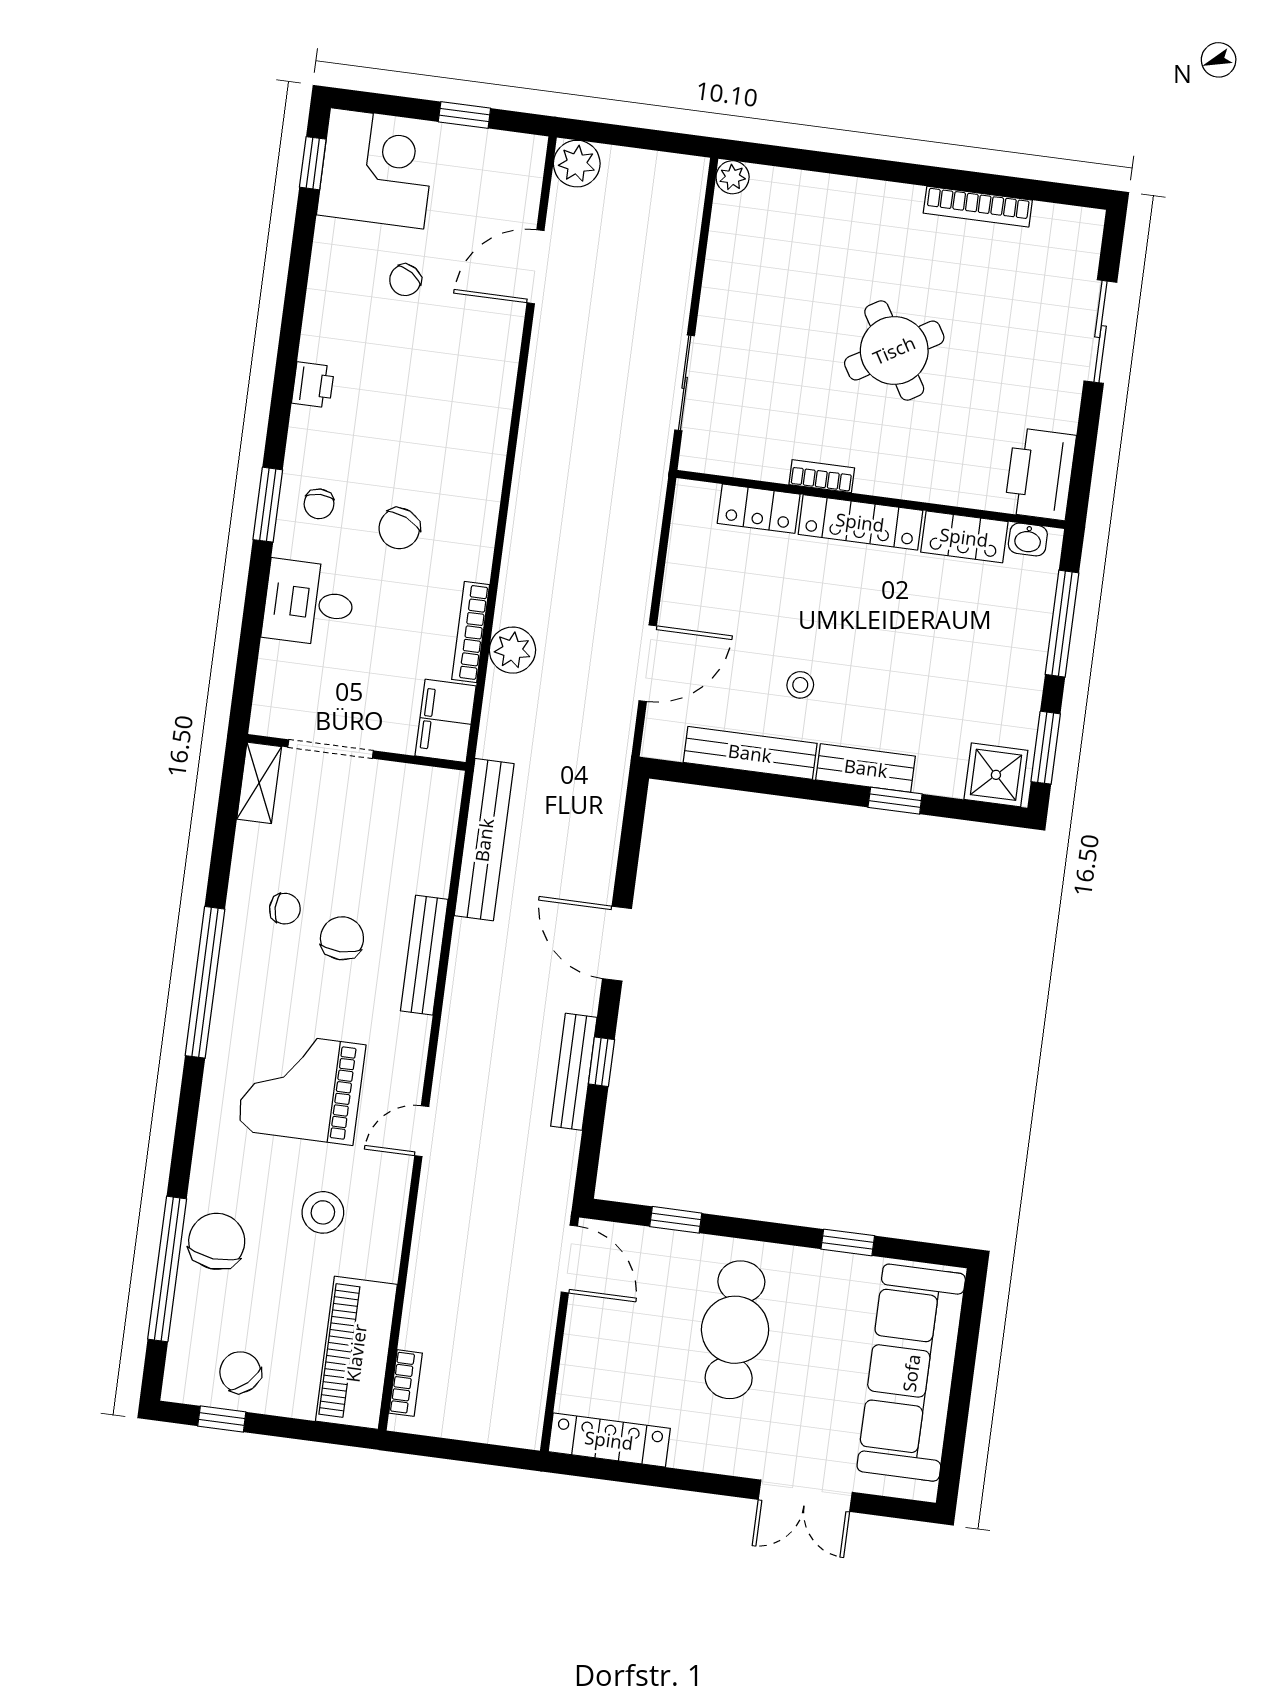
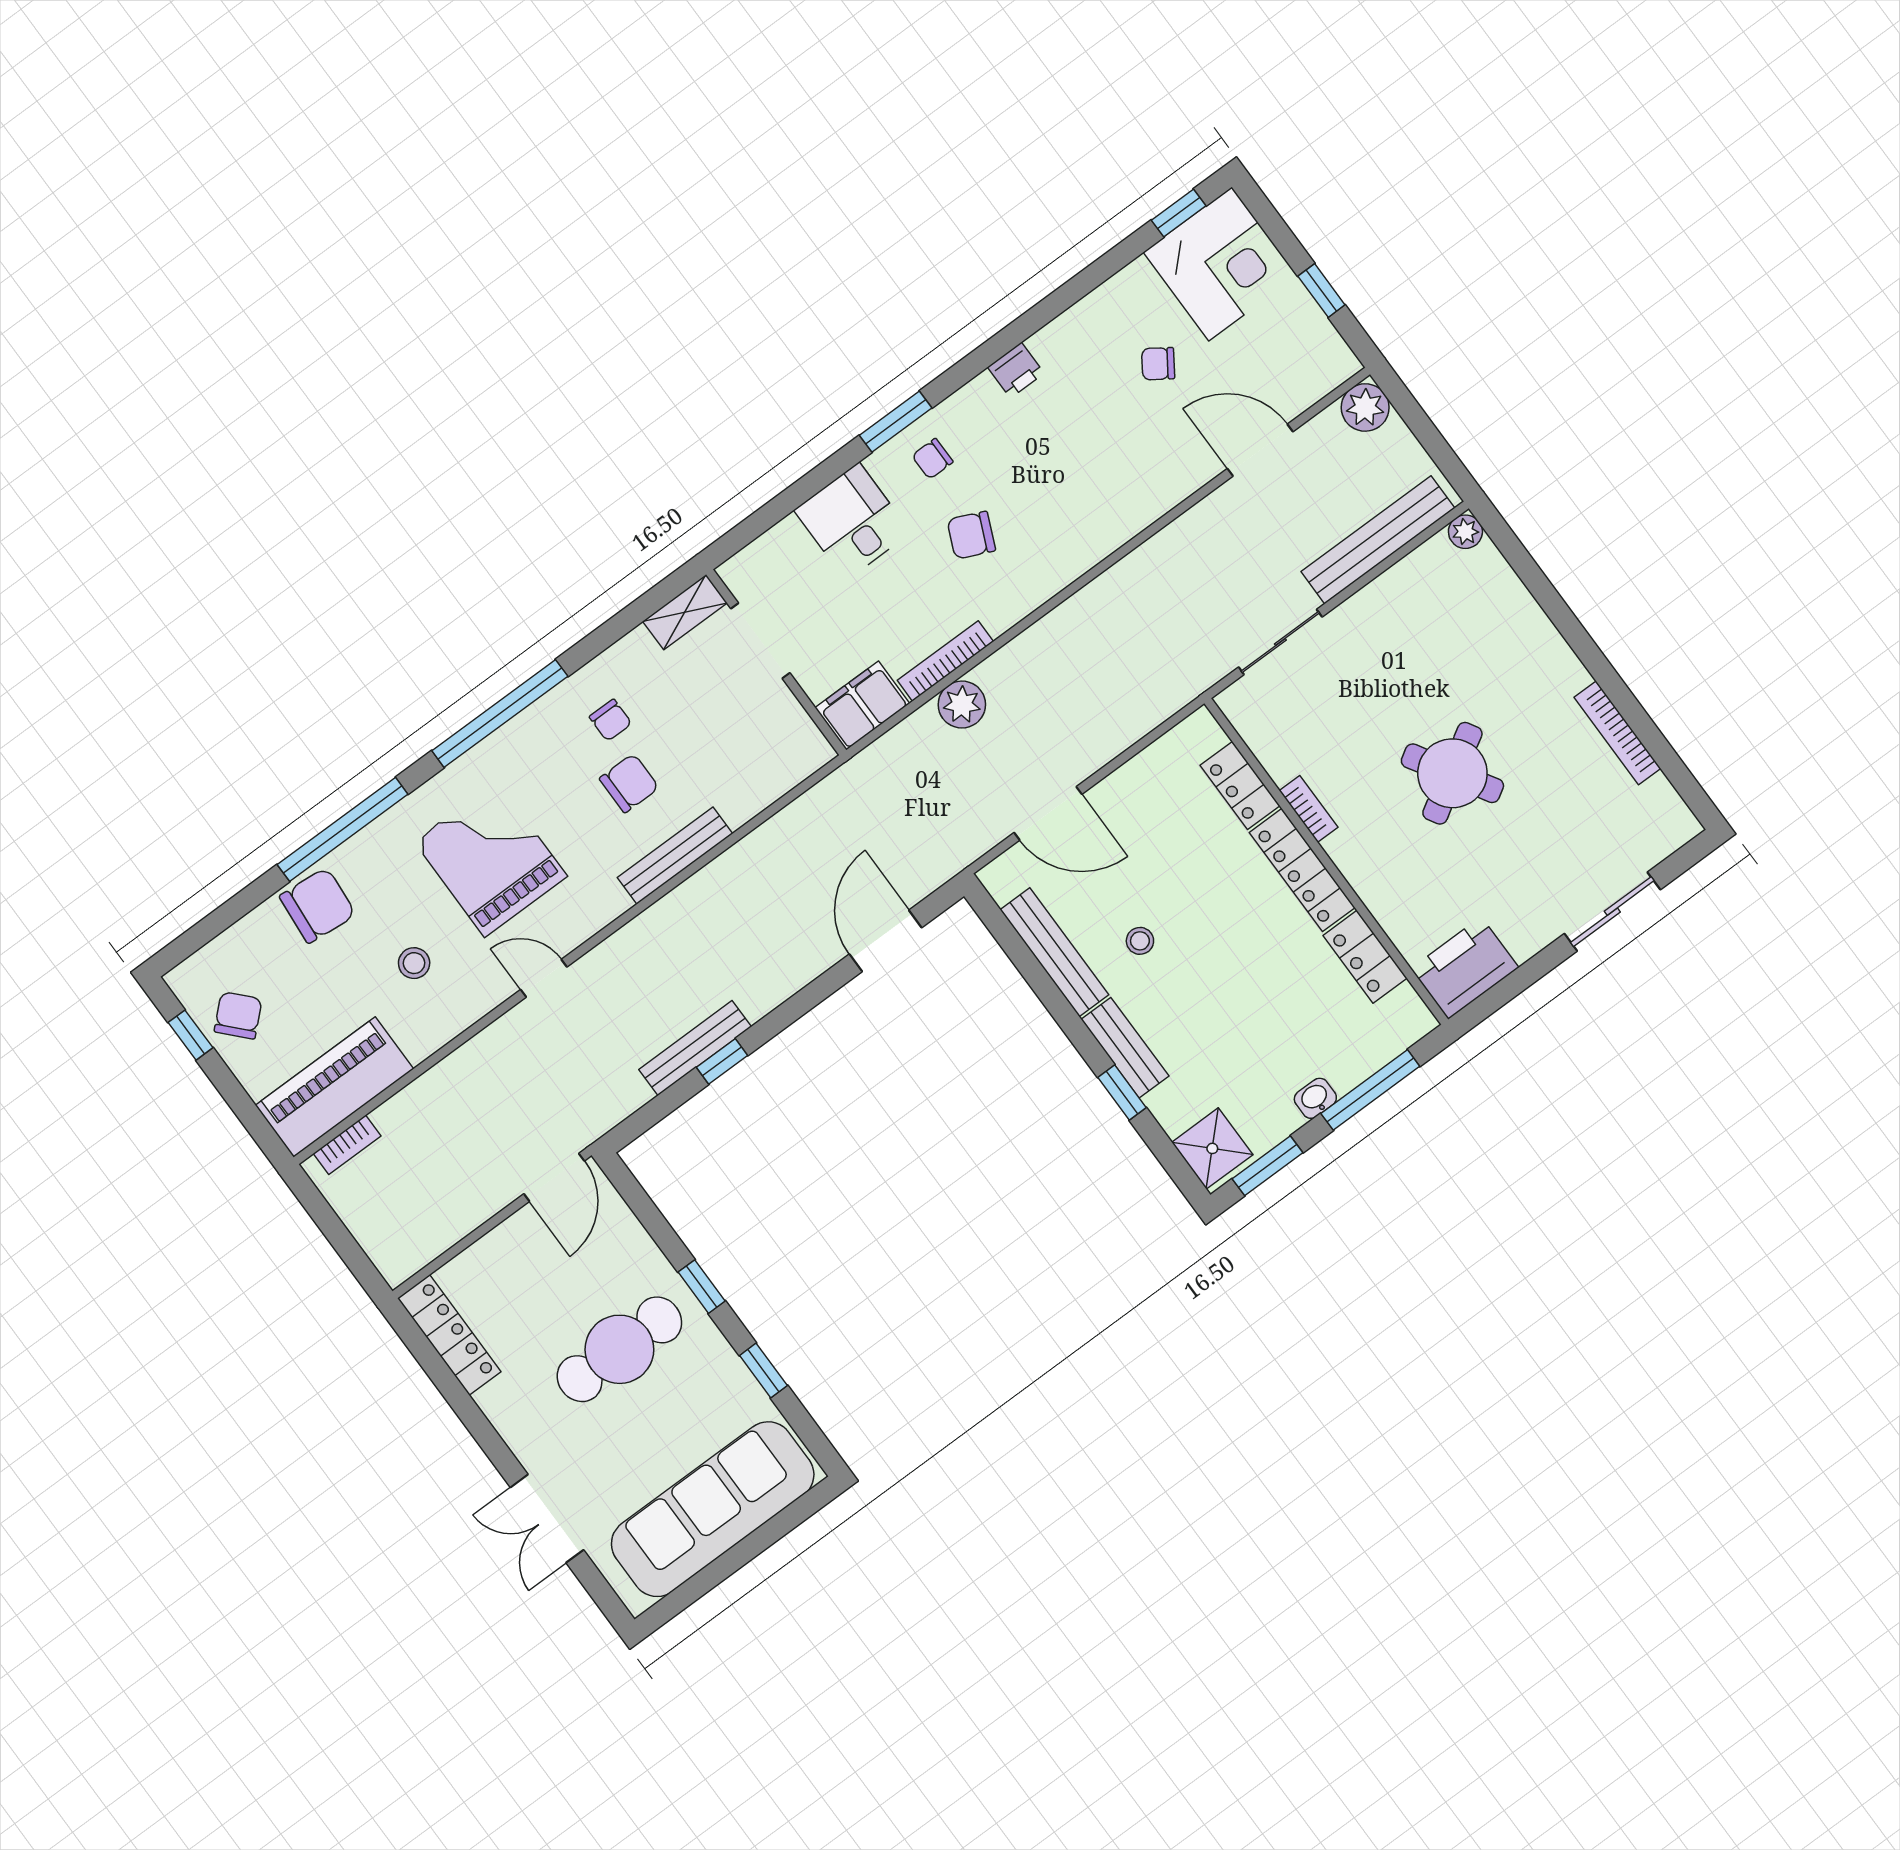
washbasin: (1028, 539) -> (1315, 1098), moved, turned 90
bench: (484, 840) -> (1378, 540), moved
door: (617, 944) -> (886, 941), moved
stool: (323, 1212) -> (414, 963), width x0.73, depth x0.73
window: (676, 1220) -> (702, 1287), moved
window: (167, 1269) -> (343, 829), moved

